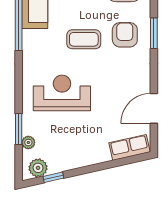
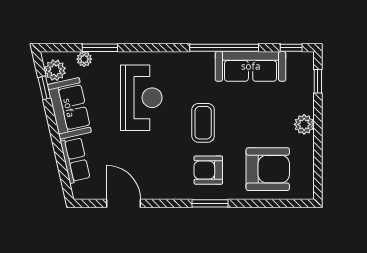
armchair: (125, 35) -> (208, 170), turned 180
row of seats: (130, 147) -> (75, 160), moved
sofa: (71, 155) -> (69, 108), added

